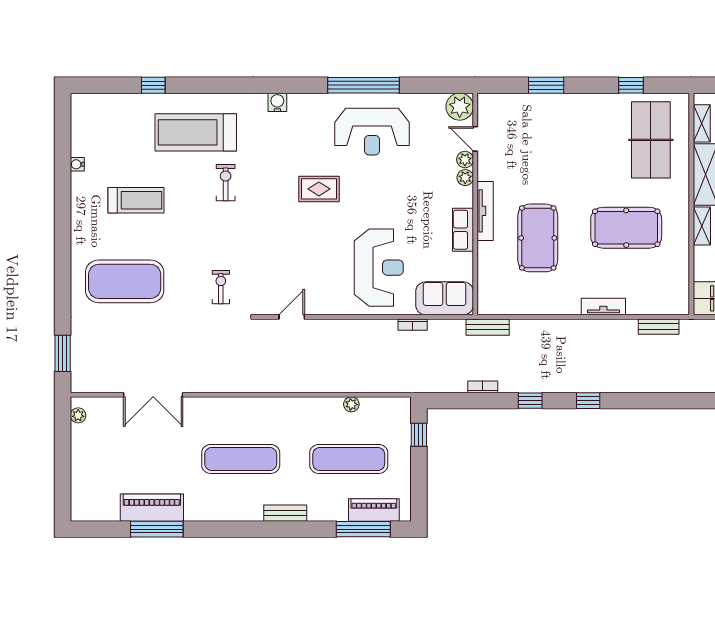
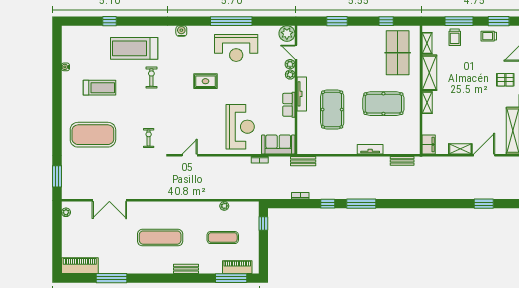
window: (588, 401) -> (361, 204), width x2.17
exercise mat: (349, 459) -> (223, 238), width x0.73, depth x0.69
piano: (152, 508) -> (80, 266), moved

